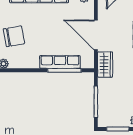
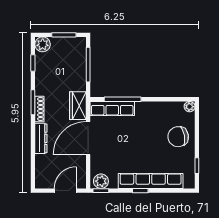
door: (96, 35) -> (88, 138), swing flipped
row of seats: (60, 62) -> (112, 108), moved

